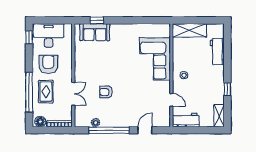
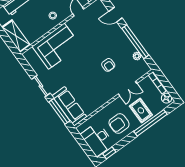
window: (97, 20) -> (59, 111), width x2.17
sliding door: (130, 20) -> (41, 86), added
sofa: (95, 32) -> (69, 106), width x1.36
rug: (46, 92) -> (141, 110), turned 90
double door: (73, 94) -> (128, 89), swing flipped

